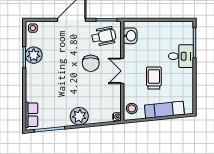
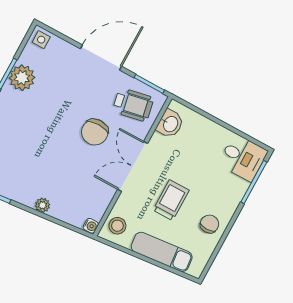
desk: (181, 56) -> (243, 158), moved
double door: (122, 71) -> (133, 166), width x1.37
chair: (183, 80) -> (209, 224), added
plant: (79, 116) -> (42, 205), width x0.53, depth x0.53

